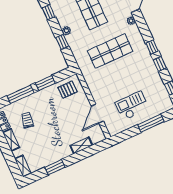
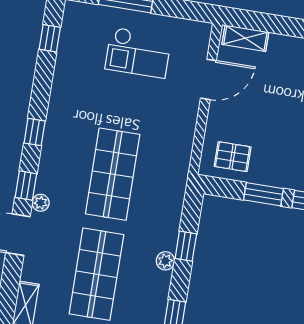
shop shelf: (110, 51) -> (113, 174), turned 90
window: (160, 64) -> (26, 186), moved
shelving: (81, 145) -> (245, 38), moved

